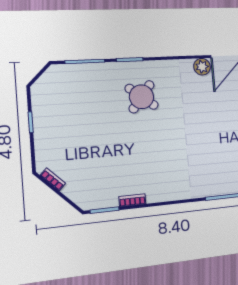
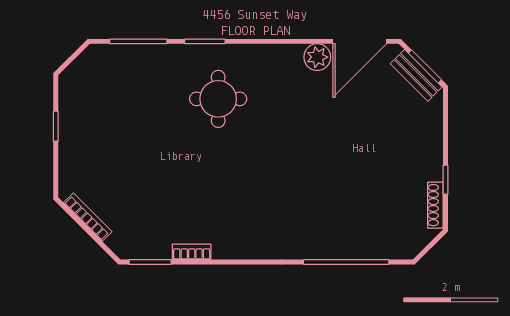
round table: (142, 97) -> (218, 99), turned -38
bookcase: (53, 179) -> (88, 217), width x1.56

